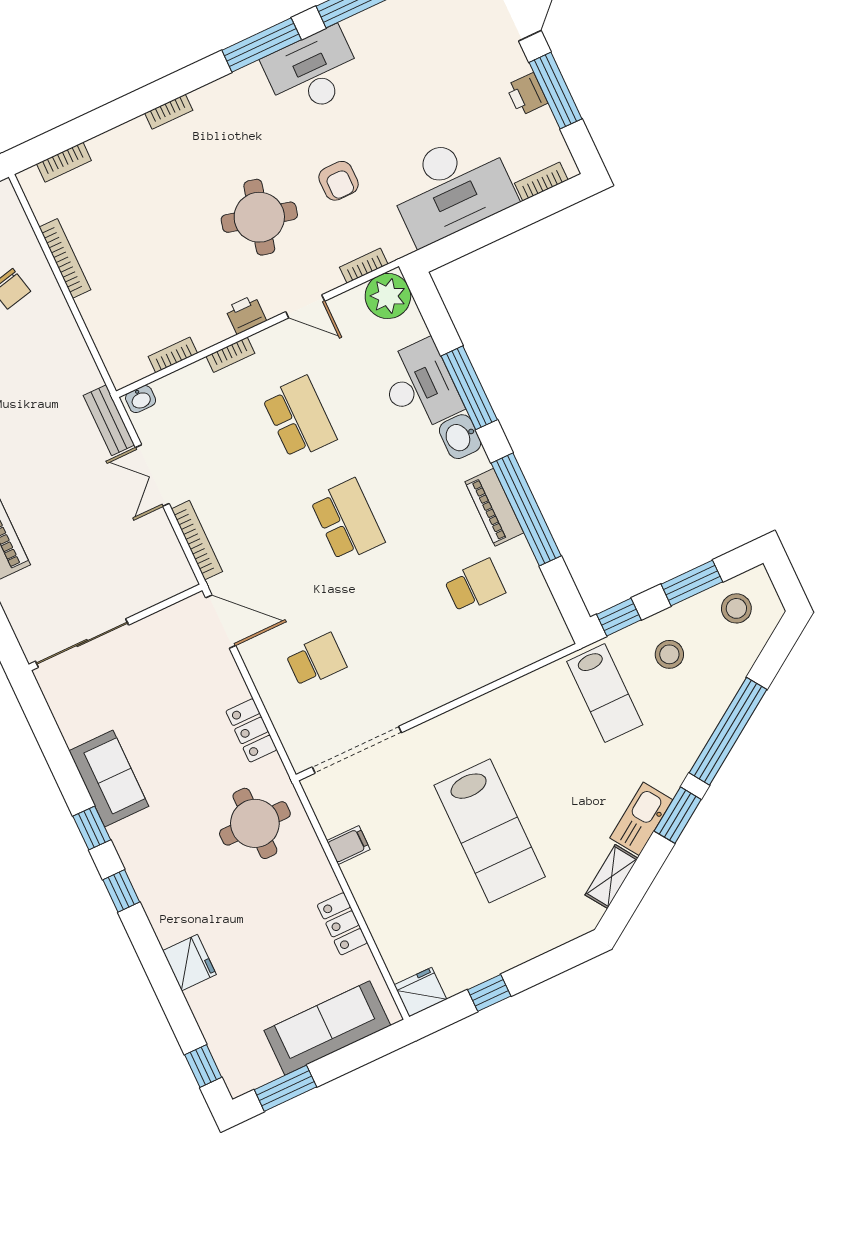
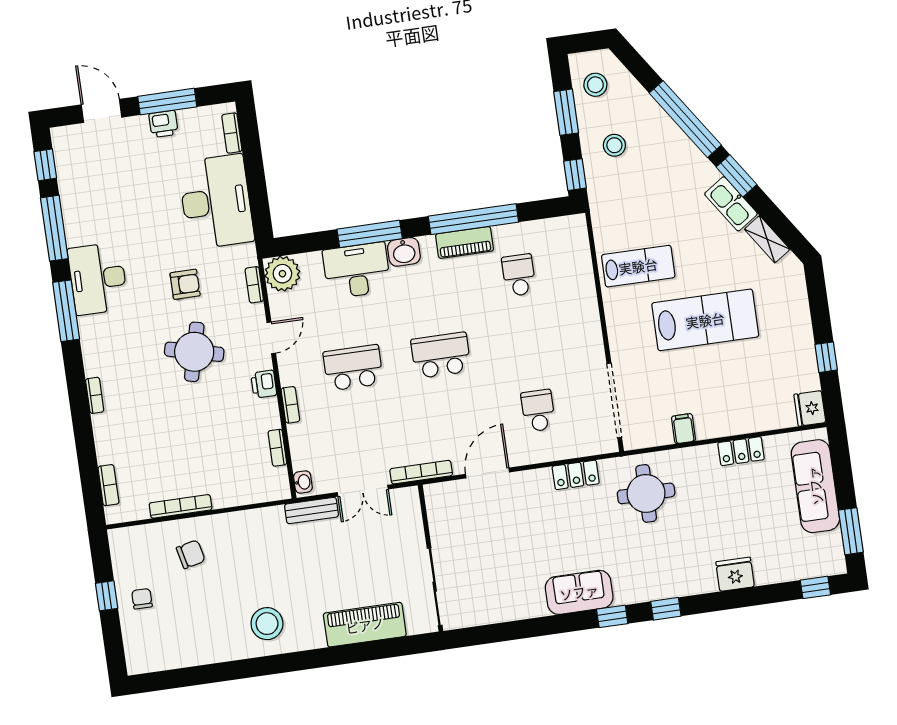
wall: (116, 627) -> (431, 558), moved
sliding door: (82, 643) -> (435, 587), moved
lab bench: (605, 693) -> (638, 266), moved

